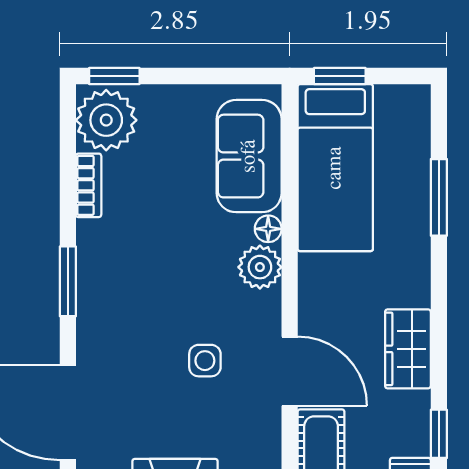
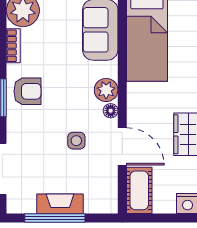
floor lamp: (268, 229) -> (111, 111), moved
armchair: (115, 269) -> (27, 91), added

